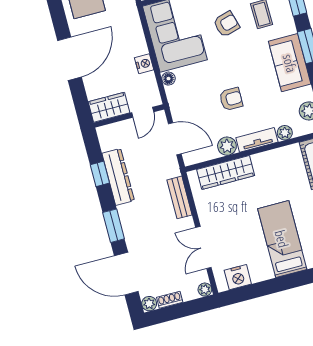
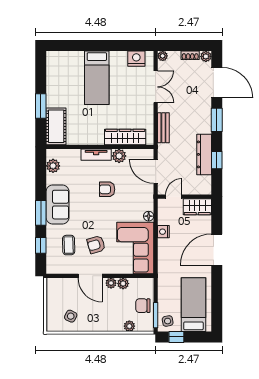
plant: (285, 133) -> (75, 155), removed

